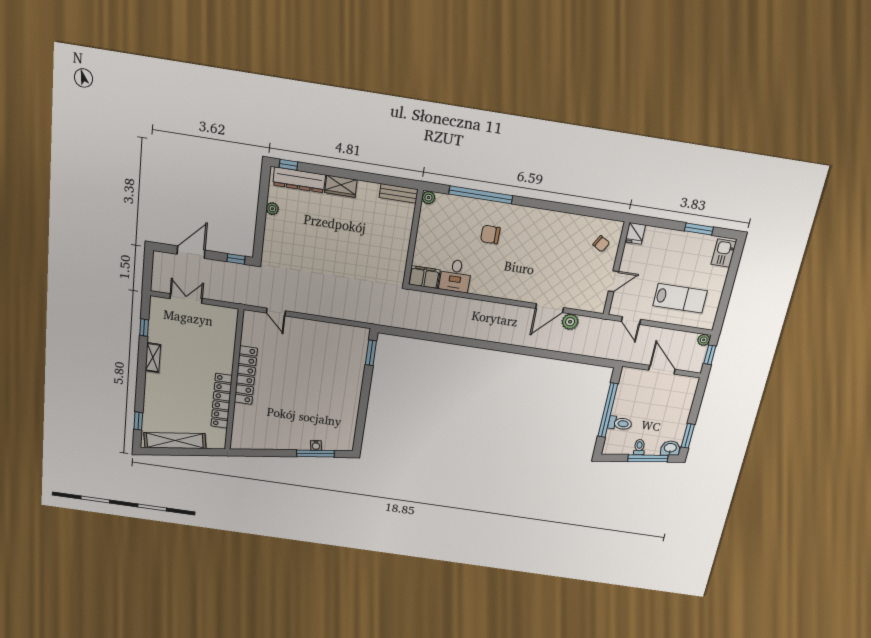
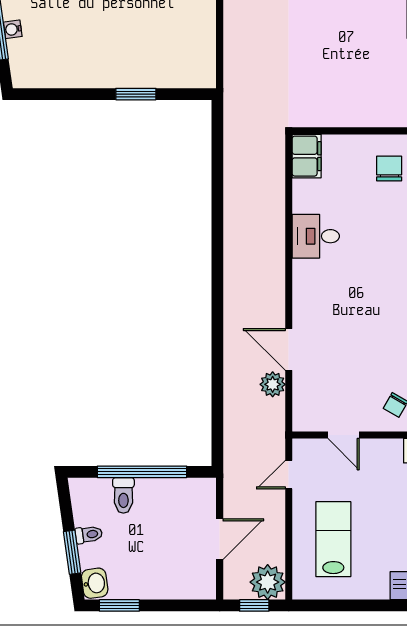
chair: (490, 235) -> (389, 168), moved
desk: (455, 276) -> (316, 236), moved
lab bench: (680, 298) -> (333, 539), turned 180
plant: (704, 340) -> (268, 582), width x1.87, depth x1.87
window: (371, 353) -> (136, 94), moved
window: (648, 458) -> (72, 552), width x0.69

